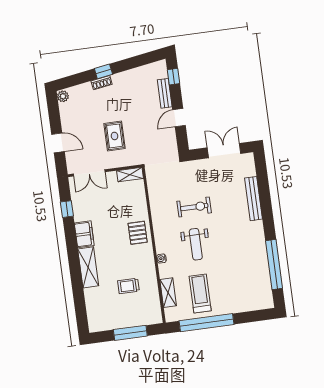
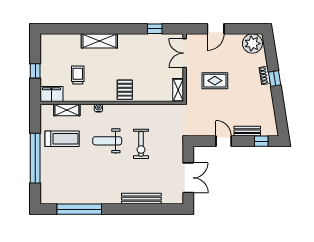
plant: (63, 96) -> (252, 44), width x1.88, depth x1.88
pallet: (138, 233) -> (125, 90), turned 90
filing cabinet: (84, 234) -> (51, 94), moved, turned 180
window: (207, 323) -> (35, 158), moved
window: (130, 333) -> (35, 71), width x0.46

